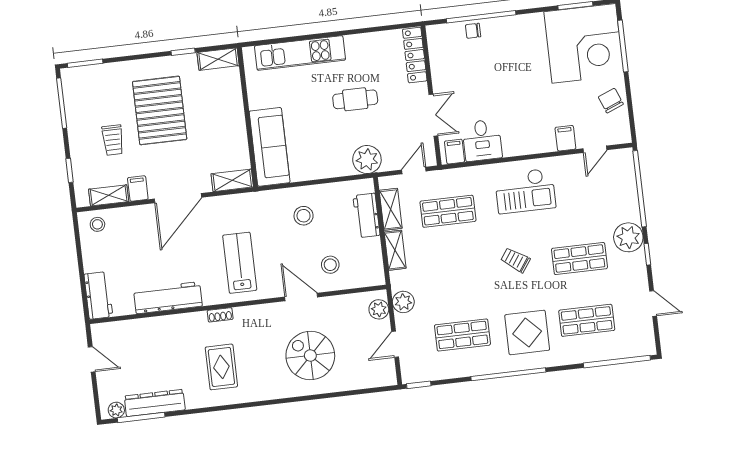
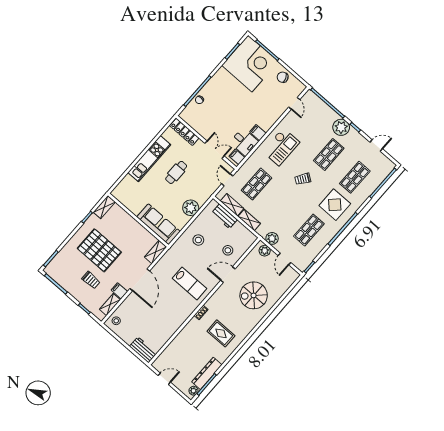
kitchen unit: (300, 53) -> (149, 159), moved
filing cabinet: (565, 138) -> (258, 133), moved
plant: (367, 159) -> (191, 208), moved
lab bench: (240, 263) -> (190, 283), turned 180
workbench: (168, 298) -> (173, 325), removed

